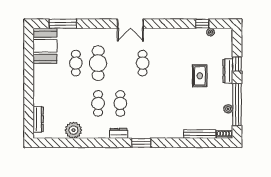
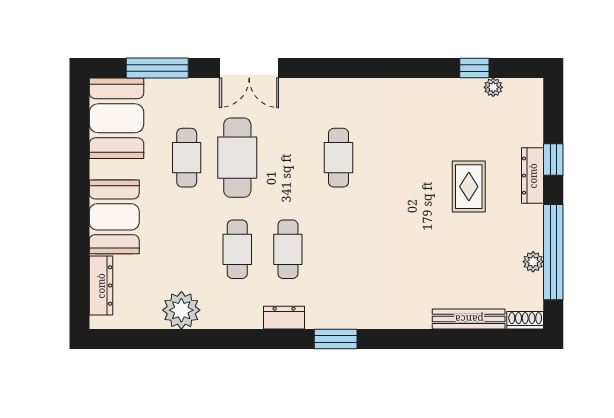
double door: (130, 24) -> (249, 68), moved
booth: (44, 89) -> (114, 217), added

